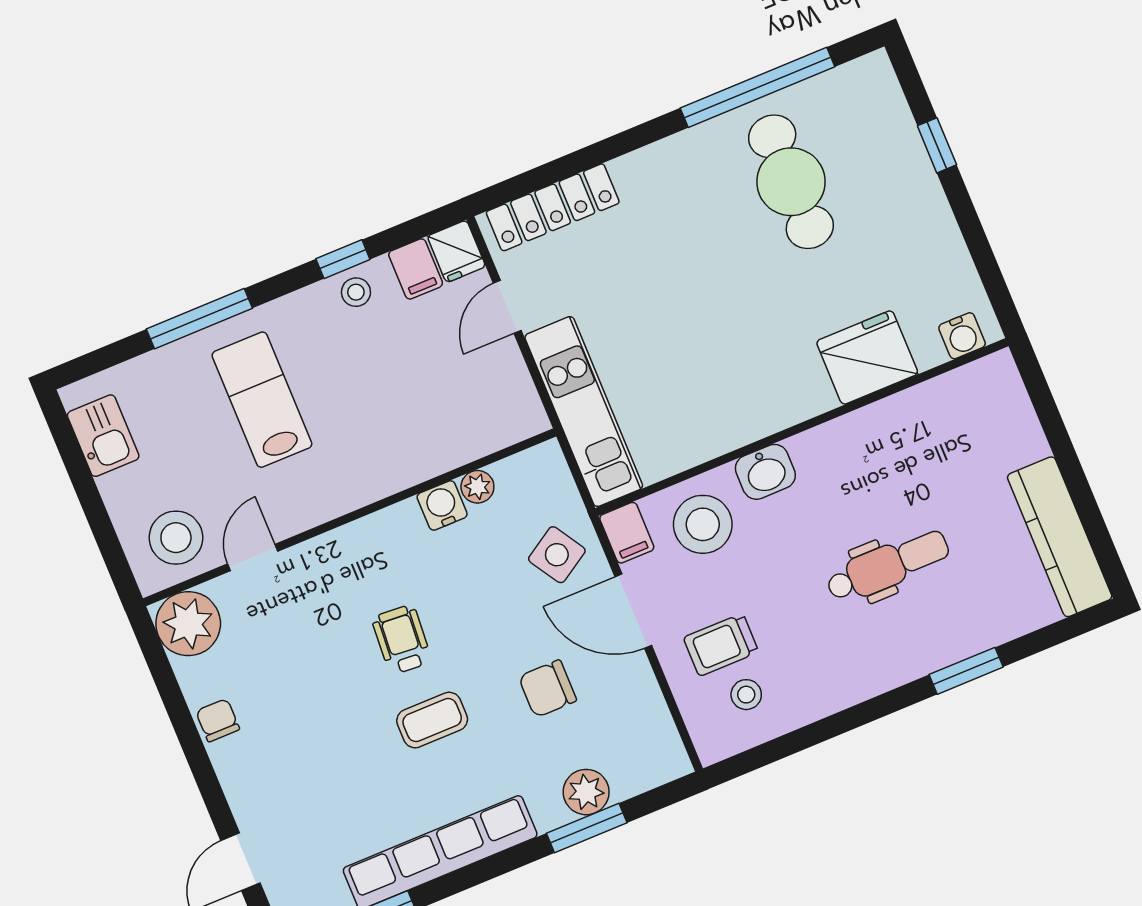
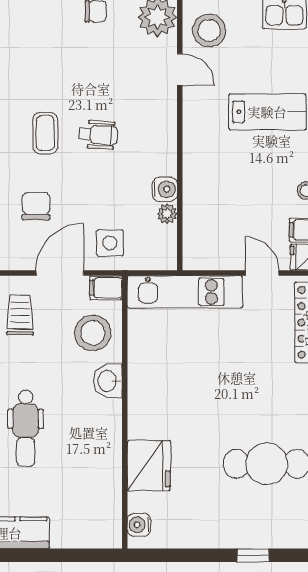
side table: (557, 555) -> (110, 243), turned 32

